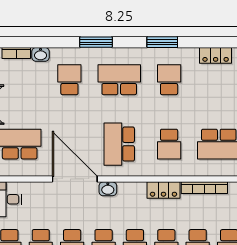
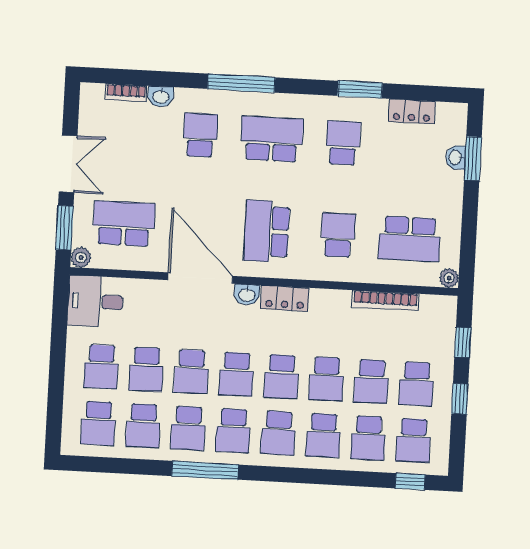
window: (96, 42) -> (241, 83), width x1.44
window: (162, 42) -> (360, 90), moved
school desk: (169, 144) -> (338, 235), turned 180
locker: (163, 190) -> (285, 298), moved

